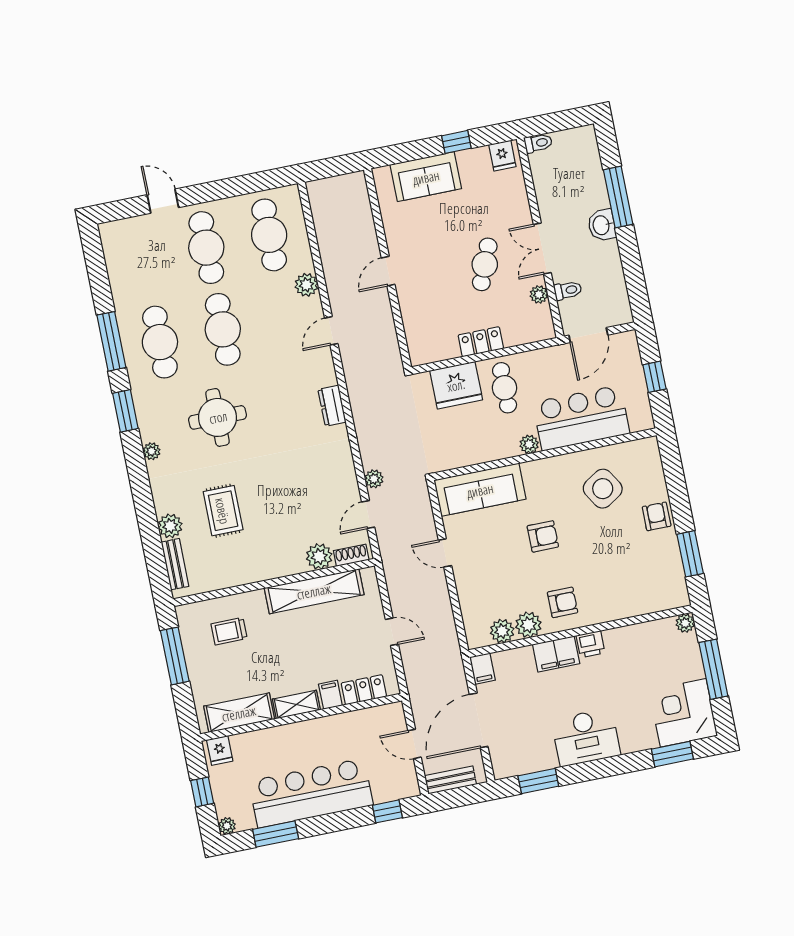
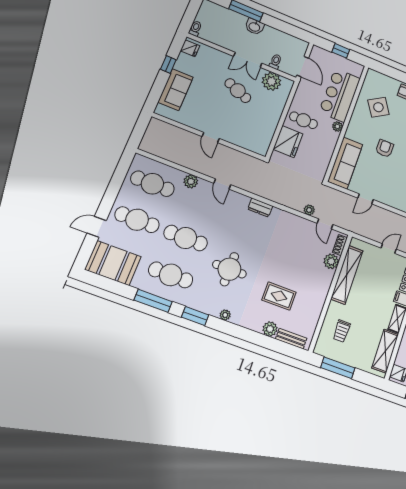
booth: (128, 255) -> (113, 263), added
plant: (539, 294) -> (271, 81), width x1.88, depth x1.88
locker: (481, 342) -> (274, 117), removed

